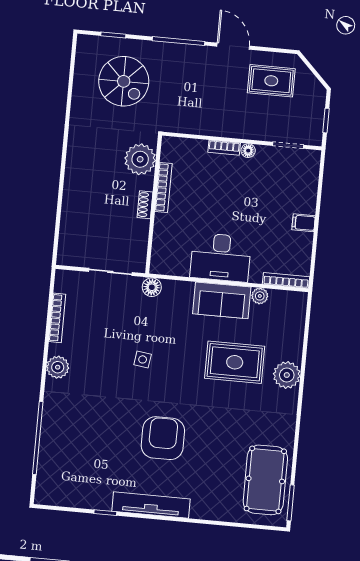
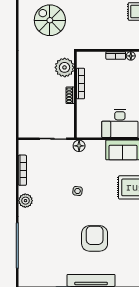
spiral stairs: (124, 81) -> (50, 20), turned 180

